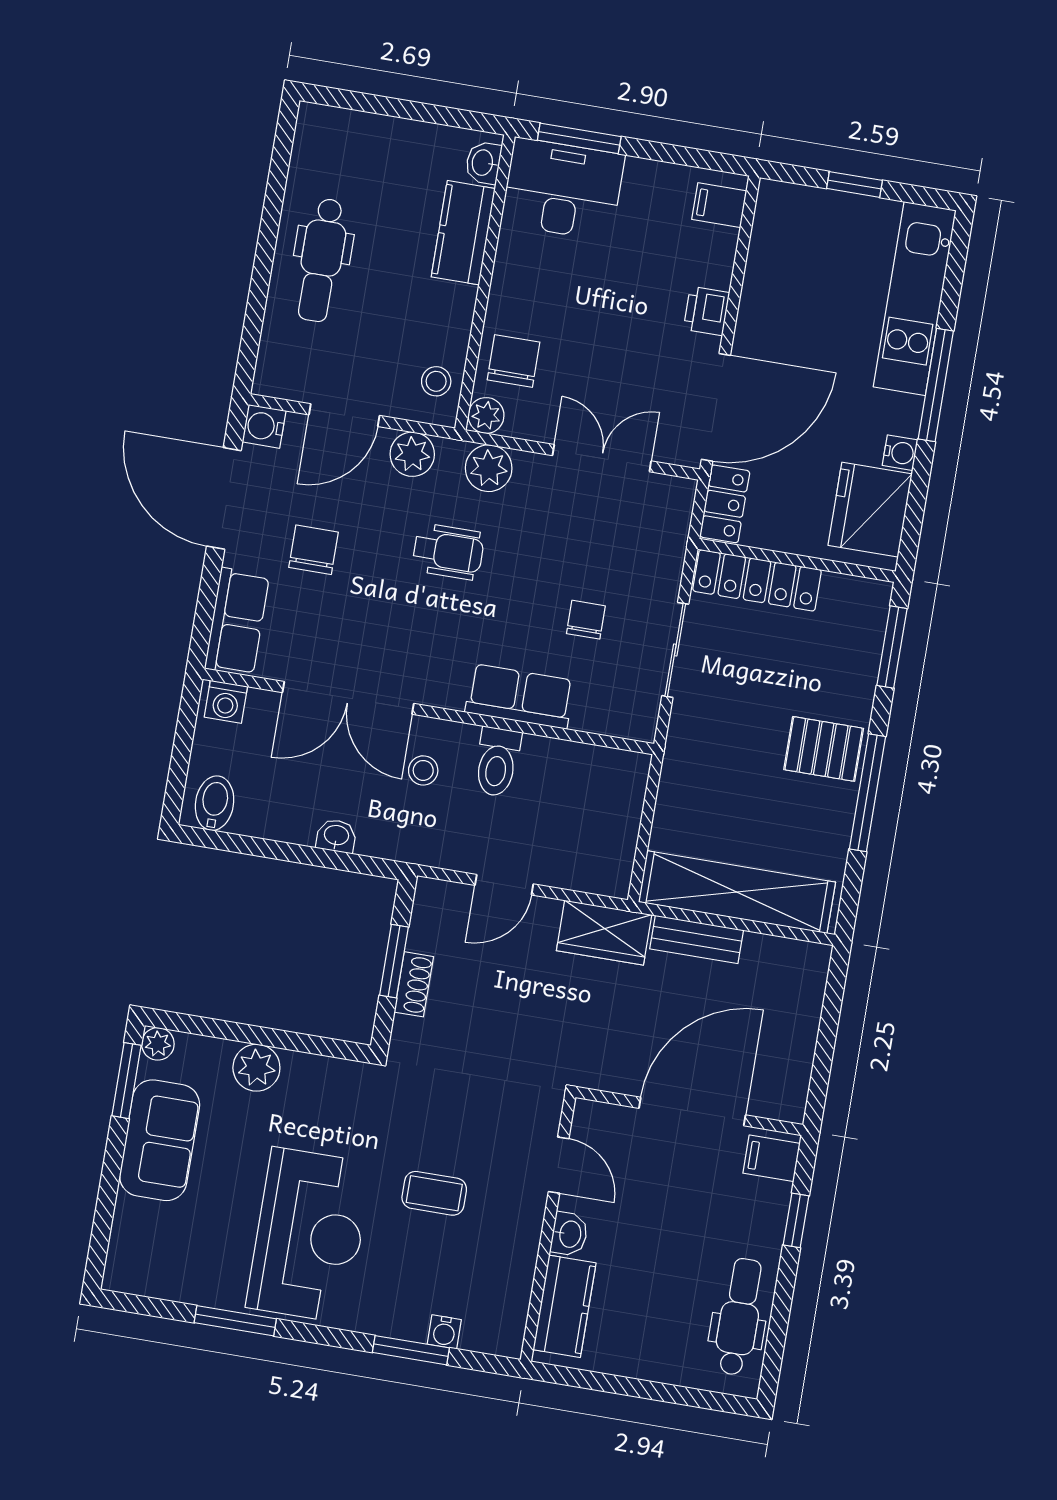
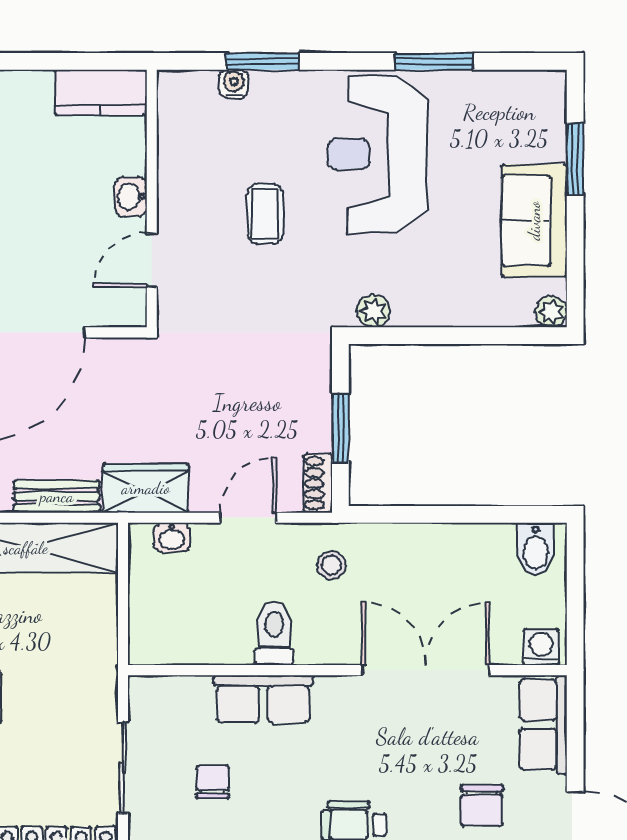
chair: (586, 620) -> (213, 782), turned 180
stool: (423, 770) -> (331, 565), moved
washbasin: (336, 836) -> (172, 537), moved
shoe rack: (414, 984) -> (318, 483), moved
plant: (256, 1068) -> (374, 311), moved, width x0.73, depth x0.73
window: (127, 1081) -> (575, 159), moved
door: (559, 1165) -> (152, 260), hinge flipped
coffee table: (434, 1193) -> (265, 214), turned 90
kitchen counter: (565, 1306) -> (101, 93), moved, turned -90

